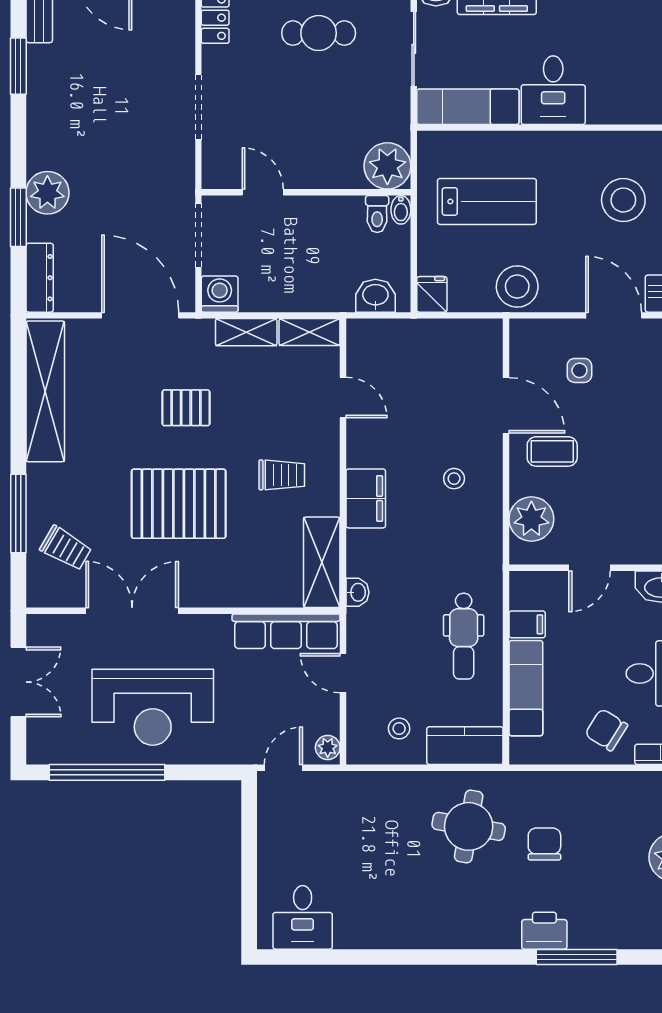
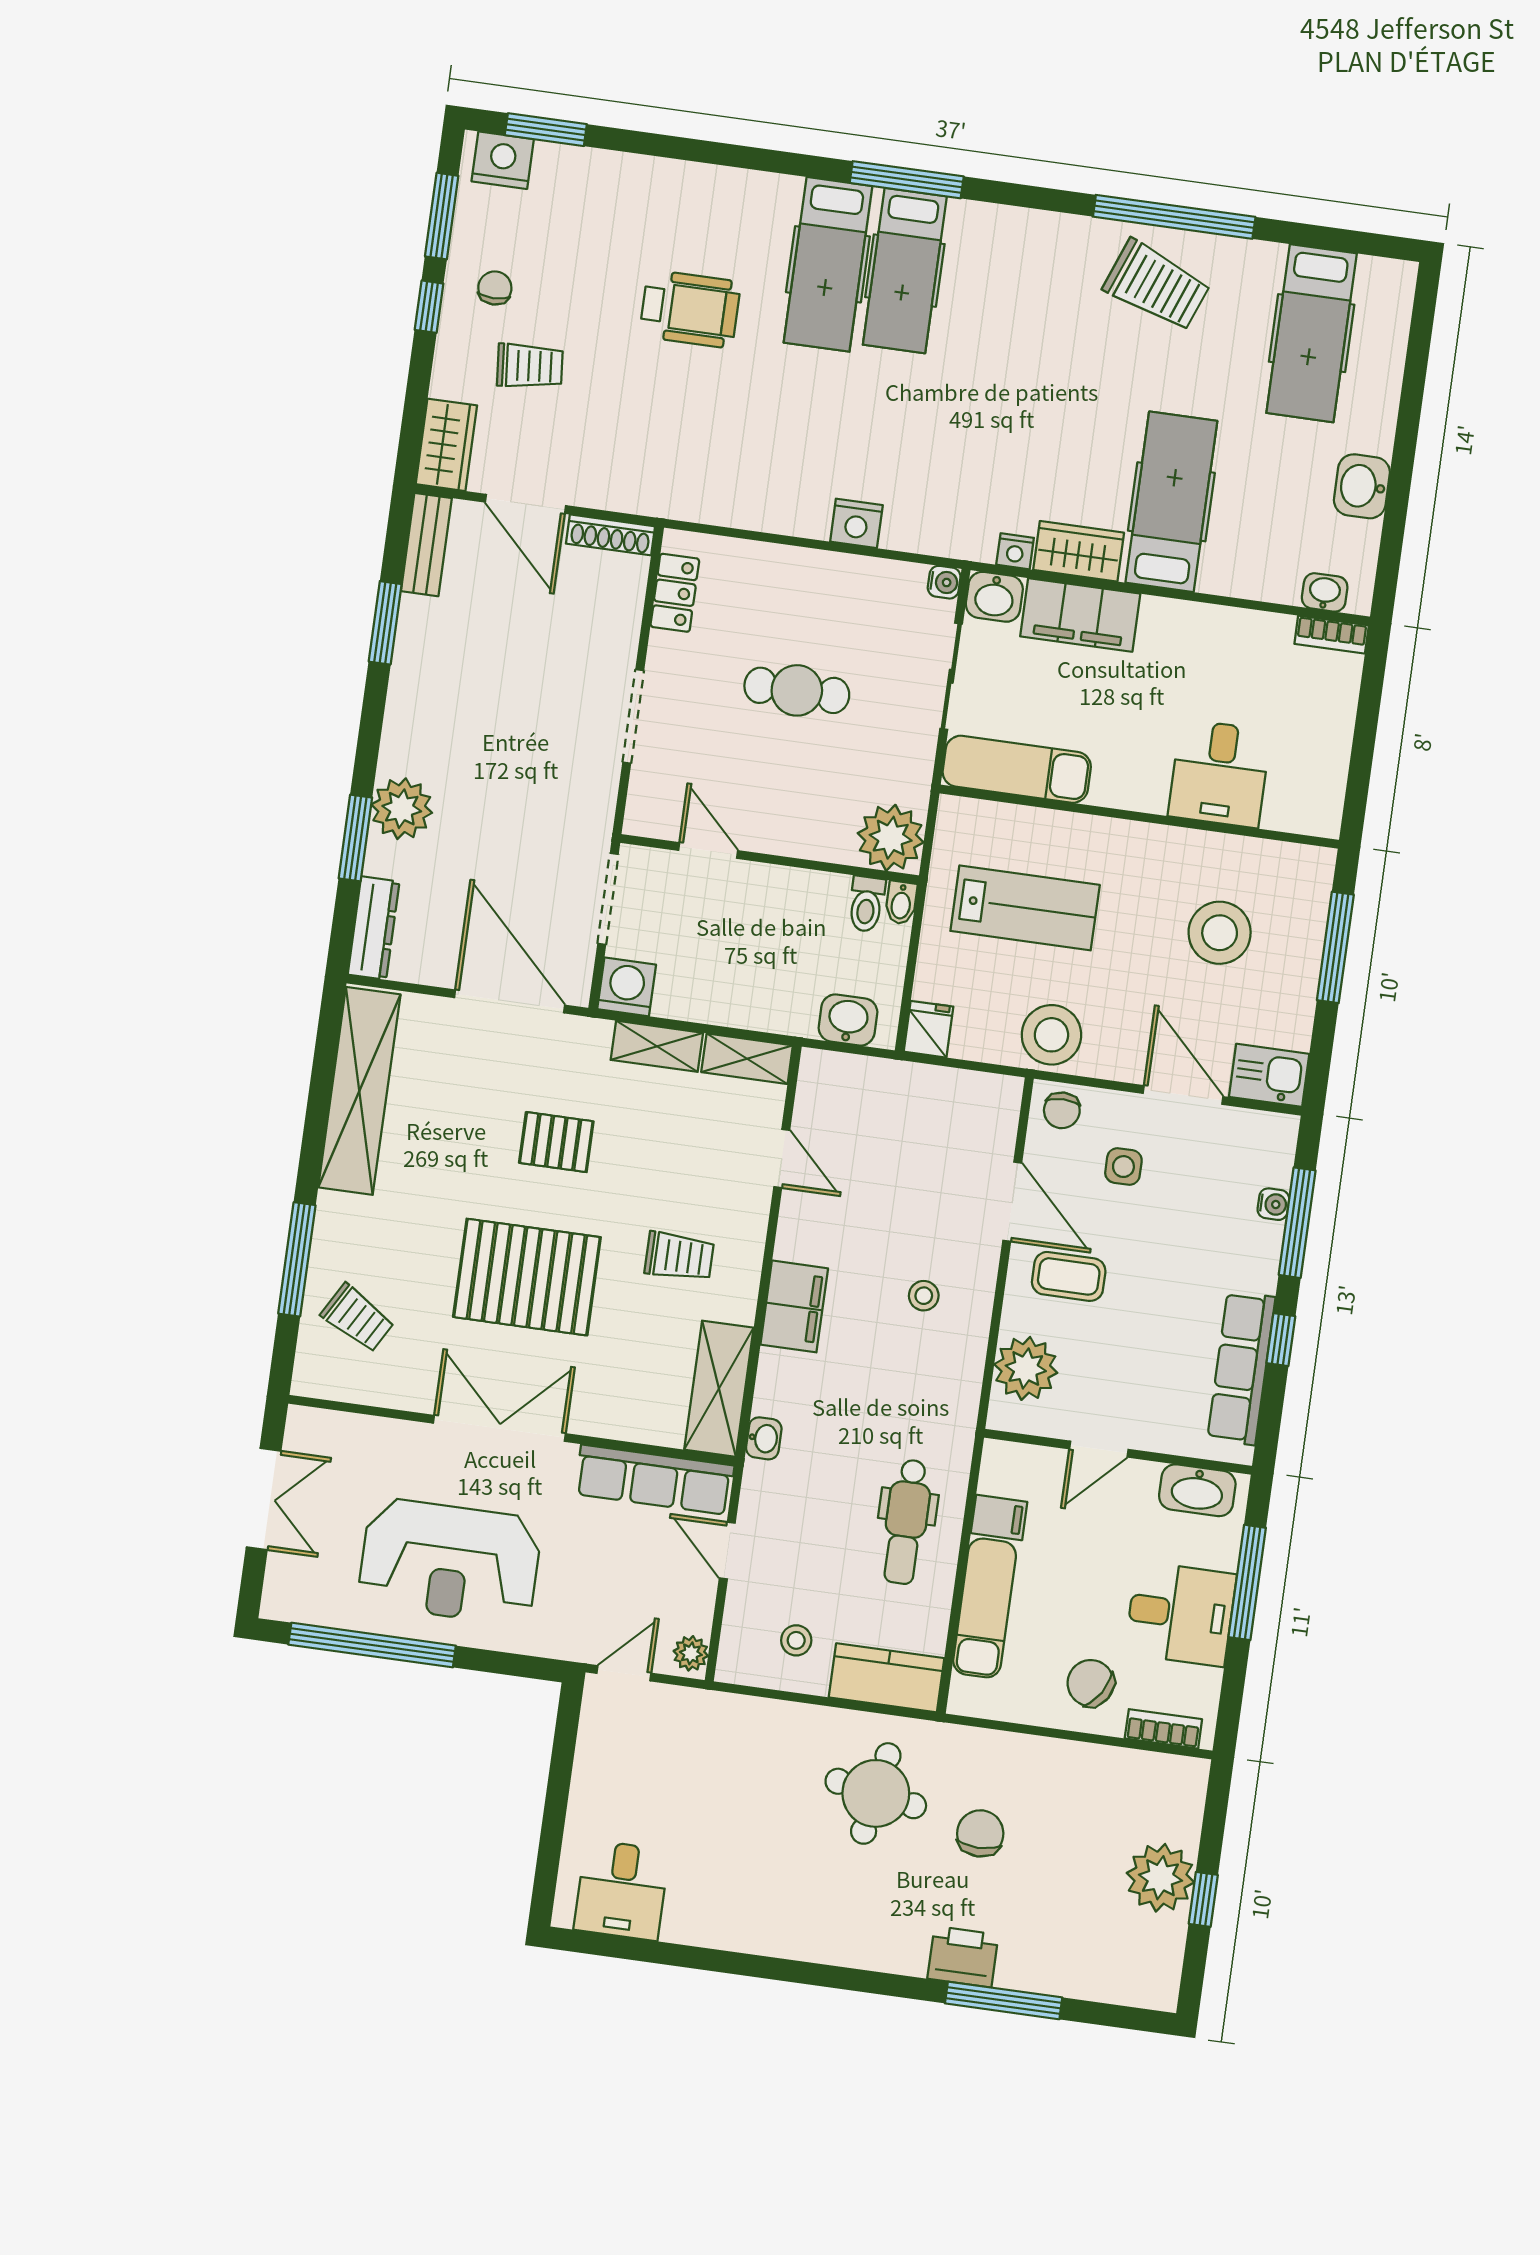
cafe table: (319, 33) -> (797, 690), moved
desk: (553, 90) -> (1220, 773), moved
chair: (532, 338) -> (1062, 1110), added
double door: (132, 611) -> (499, 1428), moved

